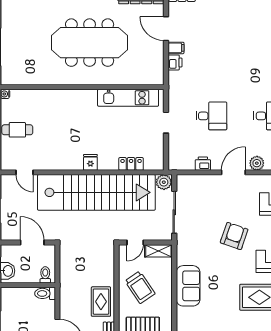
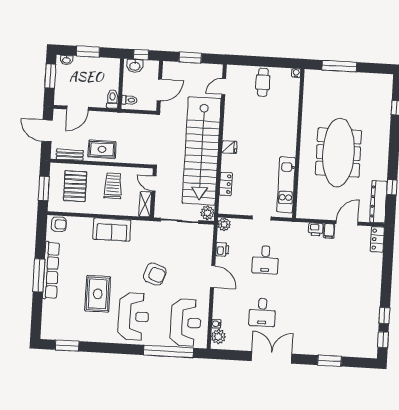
plant: (257, 163) -> (224, 224), moved
trolley: (140, 287) -> (113, 186), turned 124

